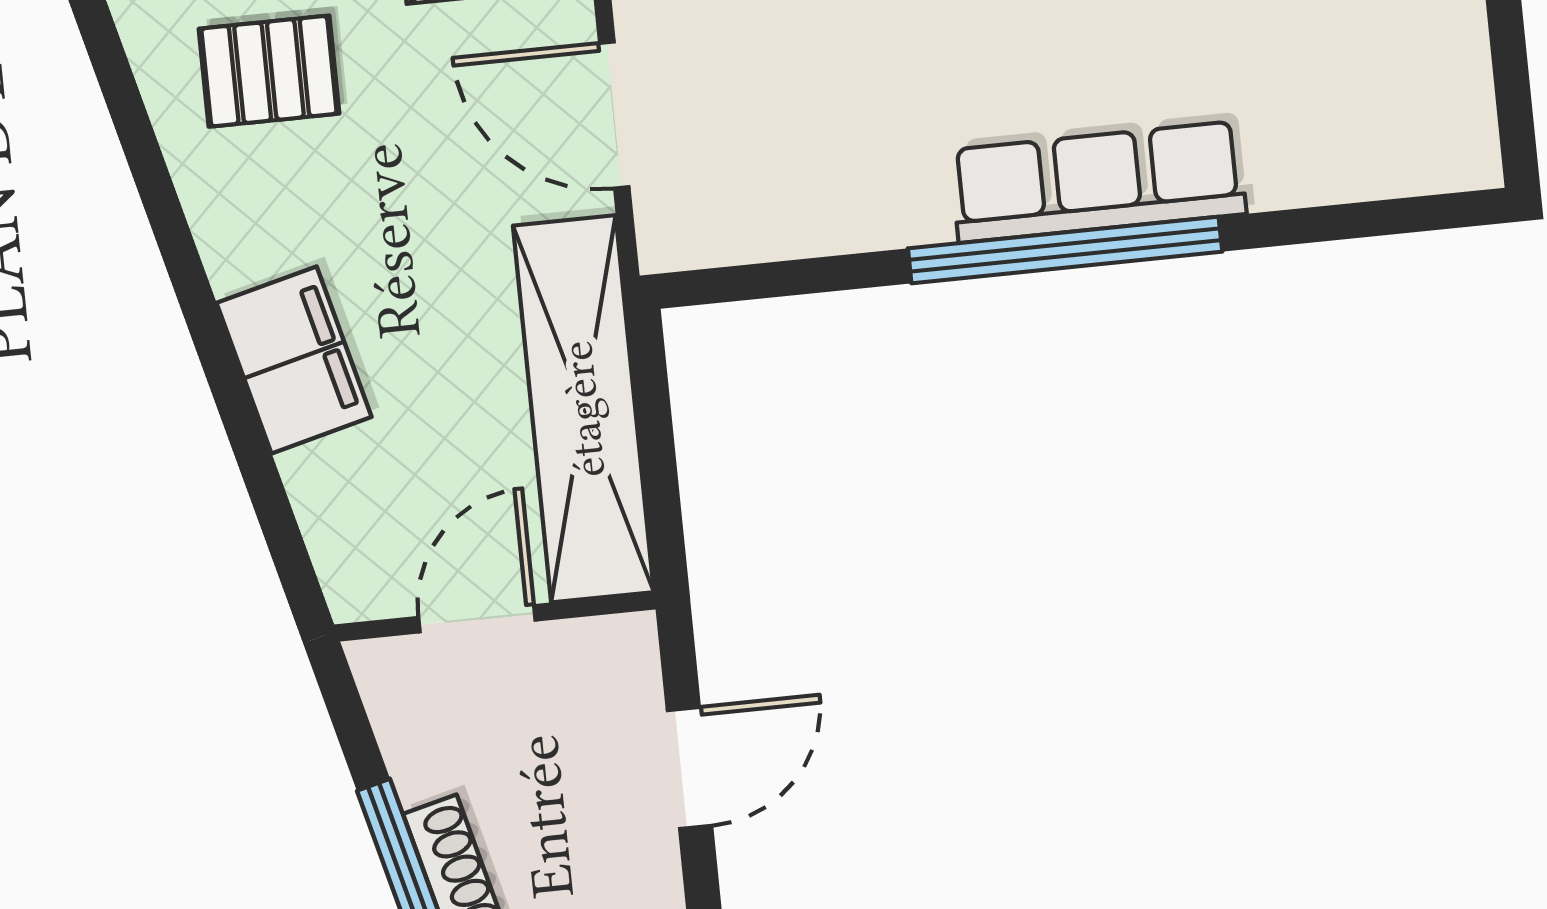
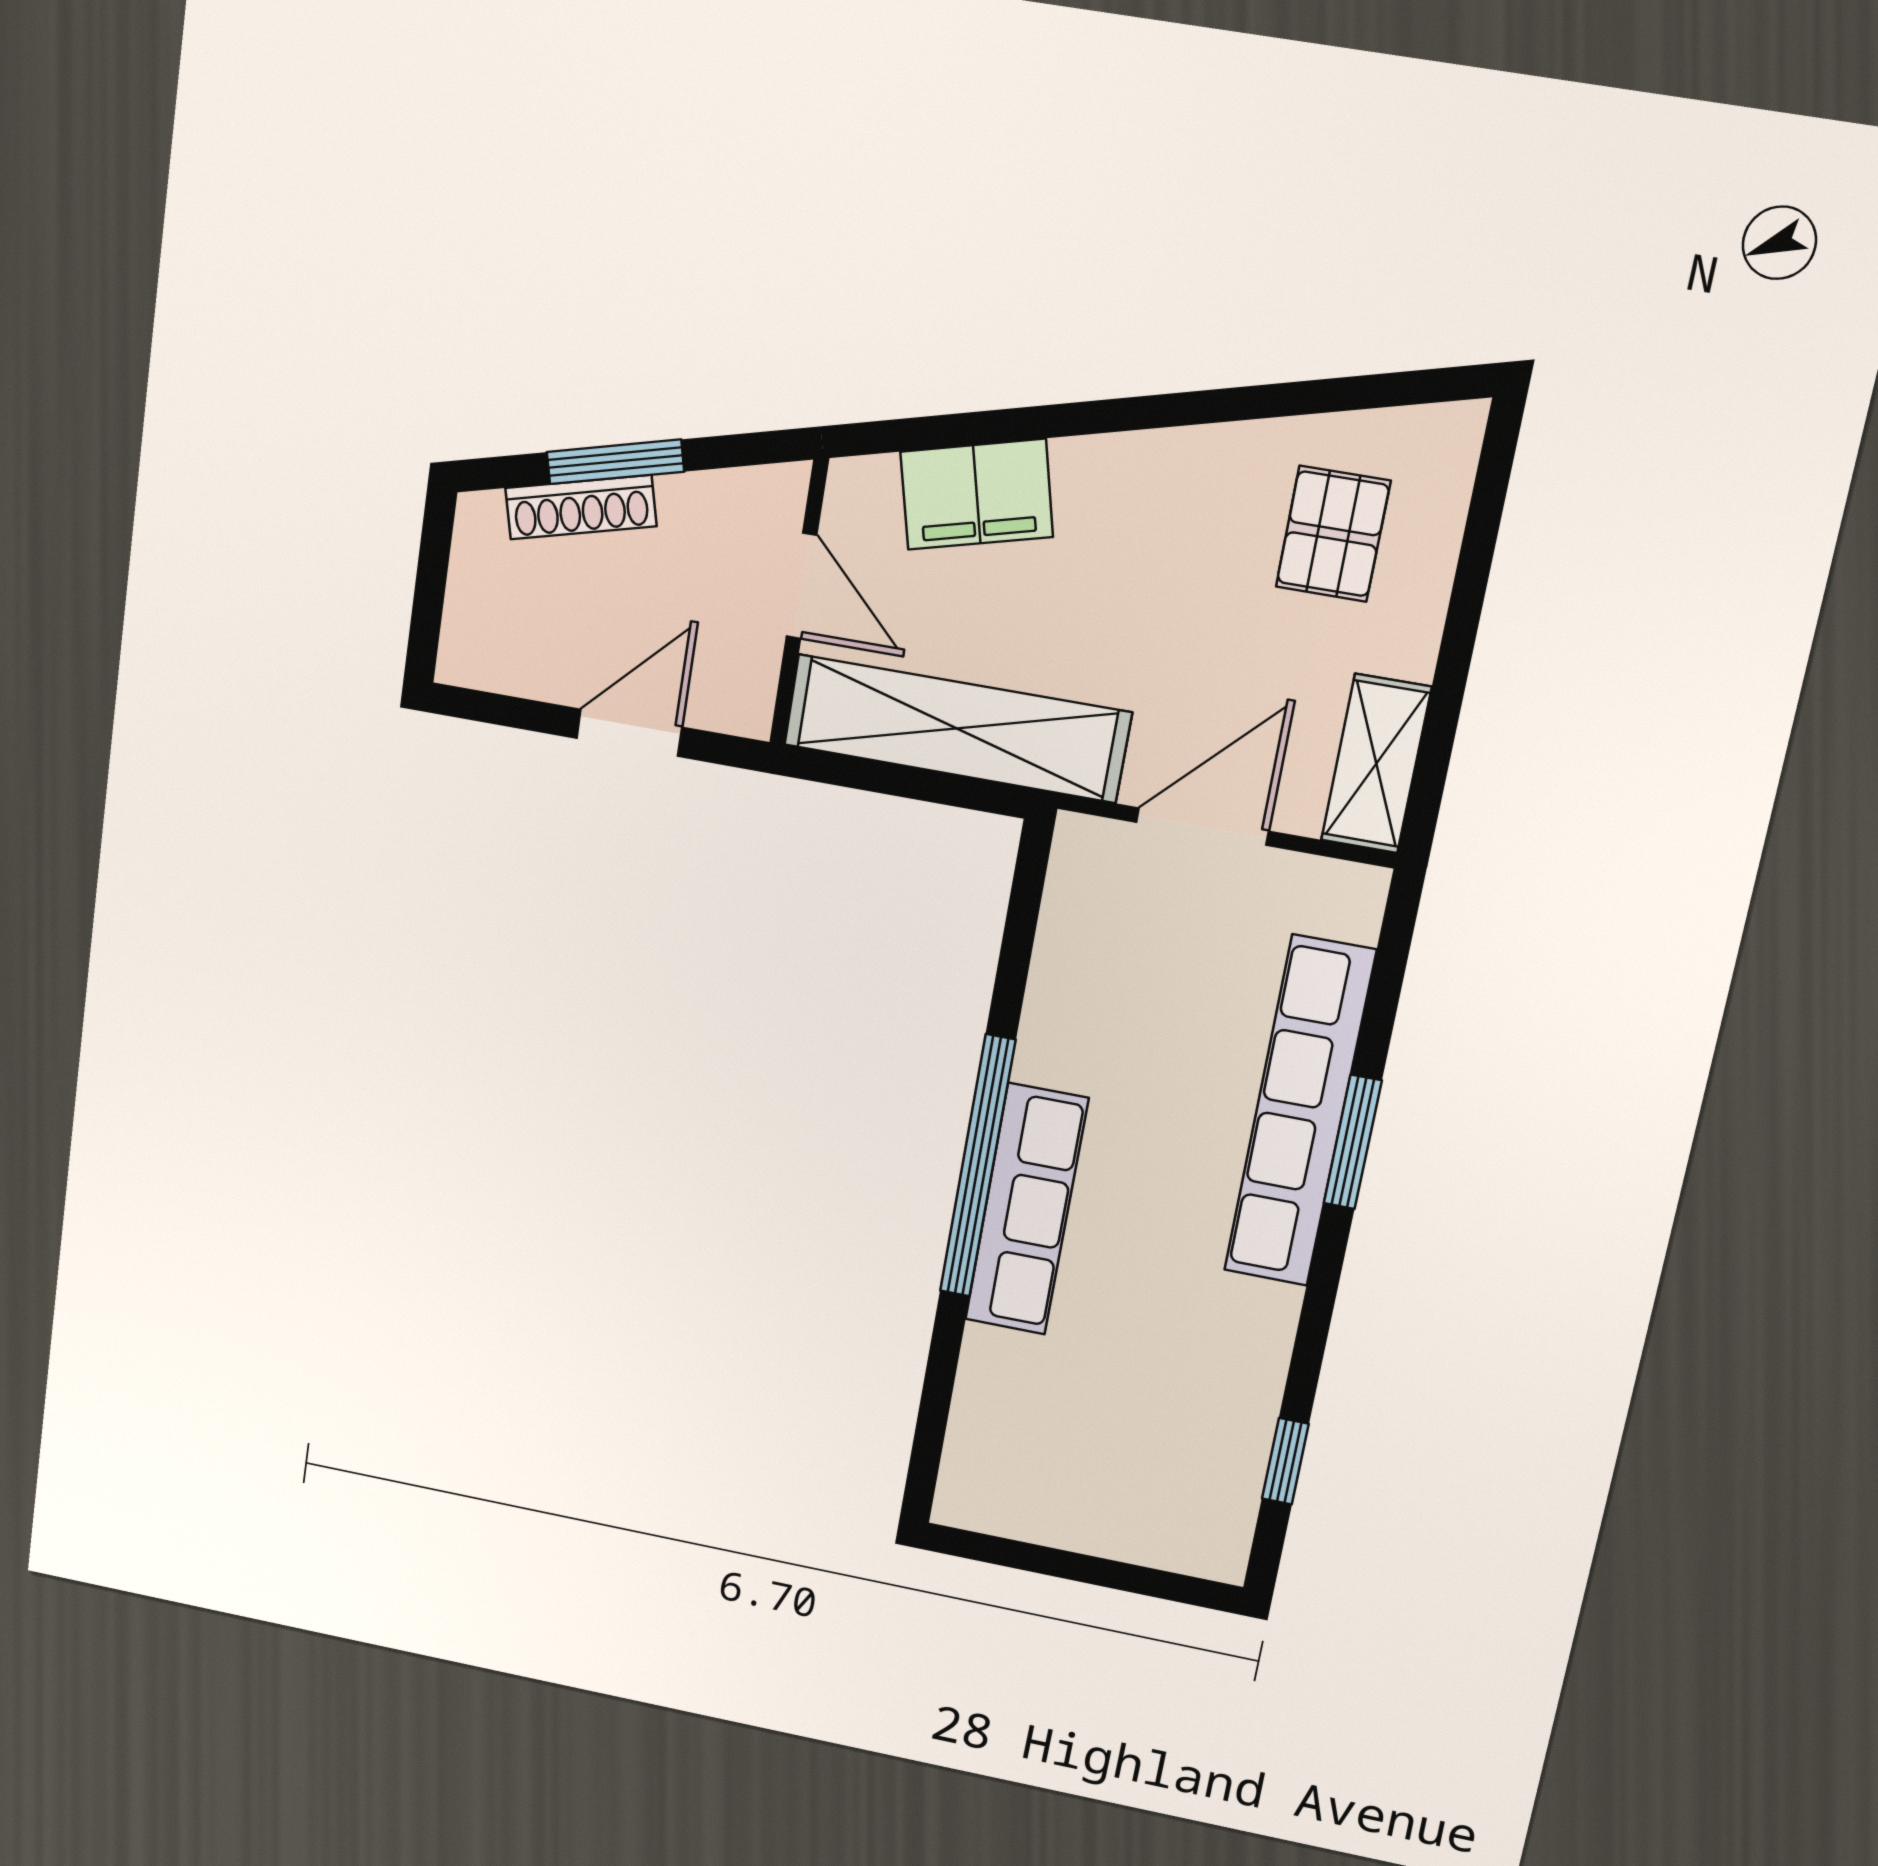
filing cabinet: (294, 360) -> (977, 494), moved
door: (690, 768) -> (629, 733), swing flipped

